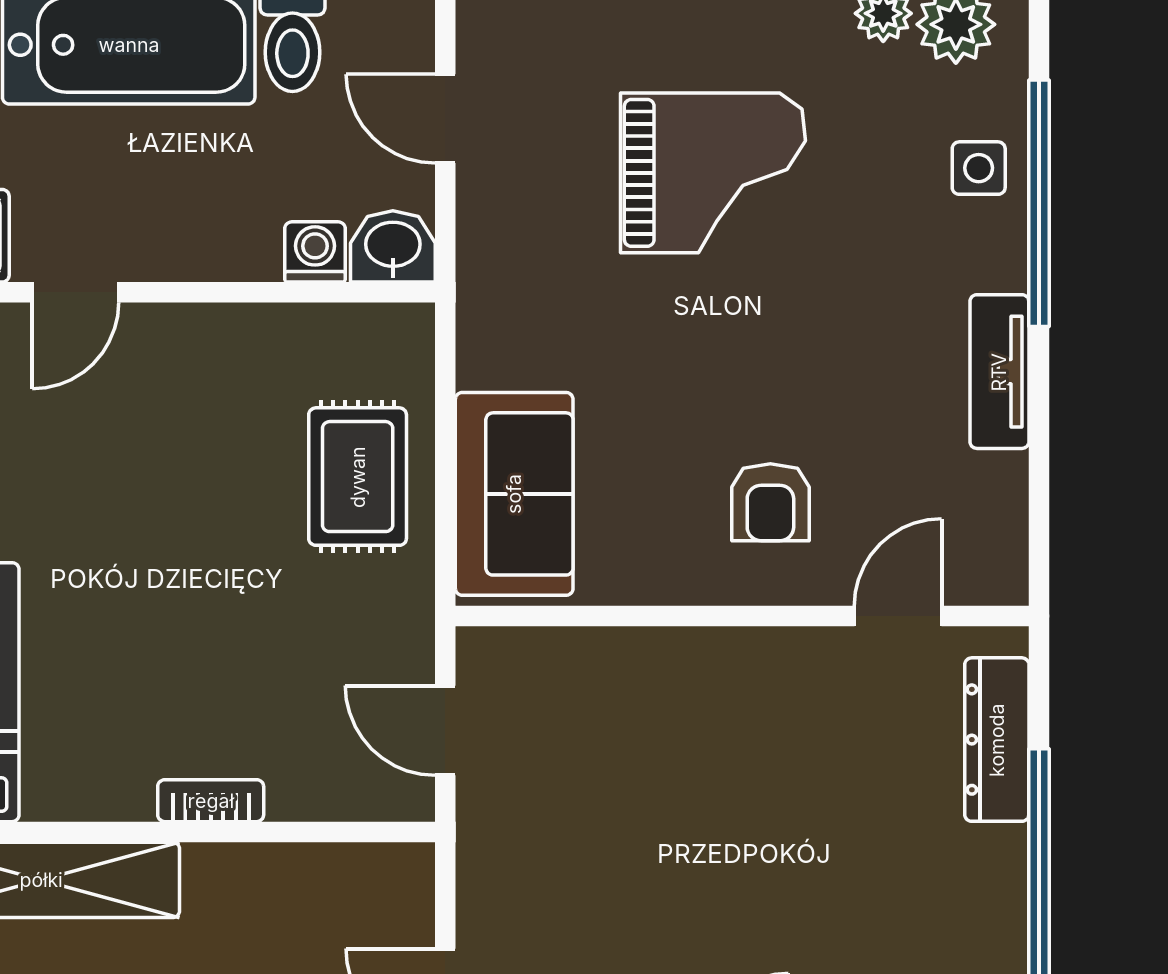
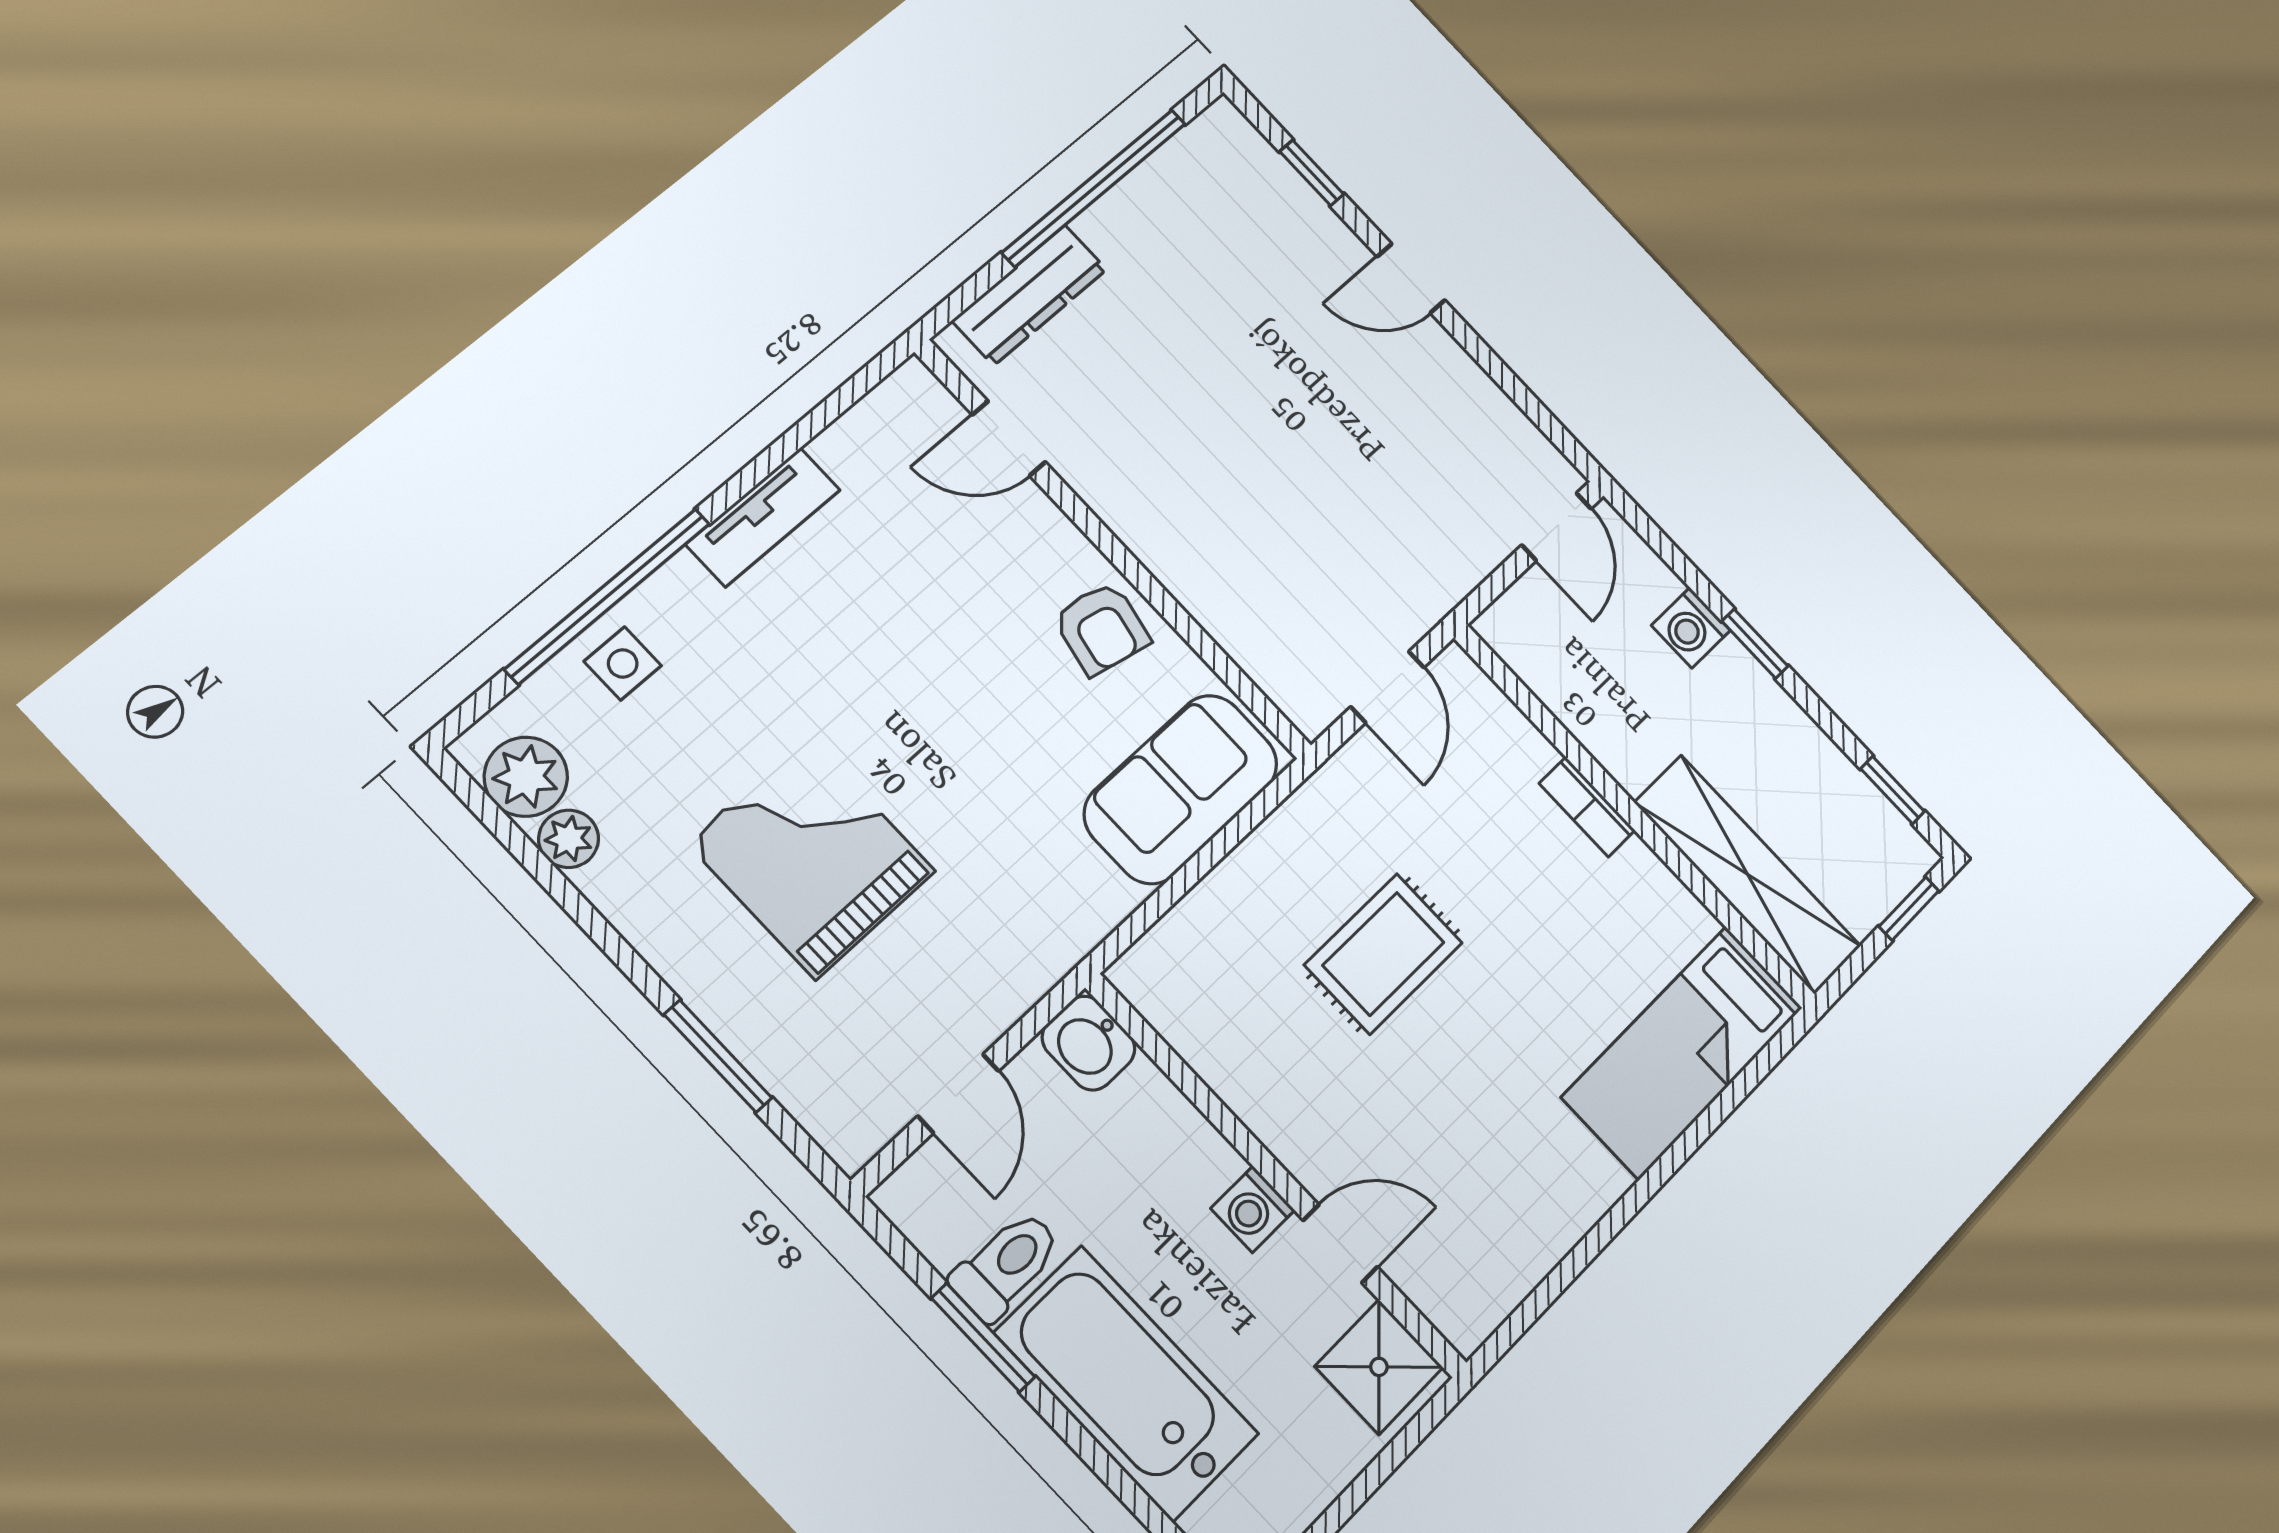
washing machine: (315, 252) -> (1253, 1209), moved
rug: (358, 477) -> (1383, 954), moved
armchair: (770, 502) -> (1101, 628), moved, turned 102

